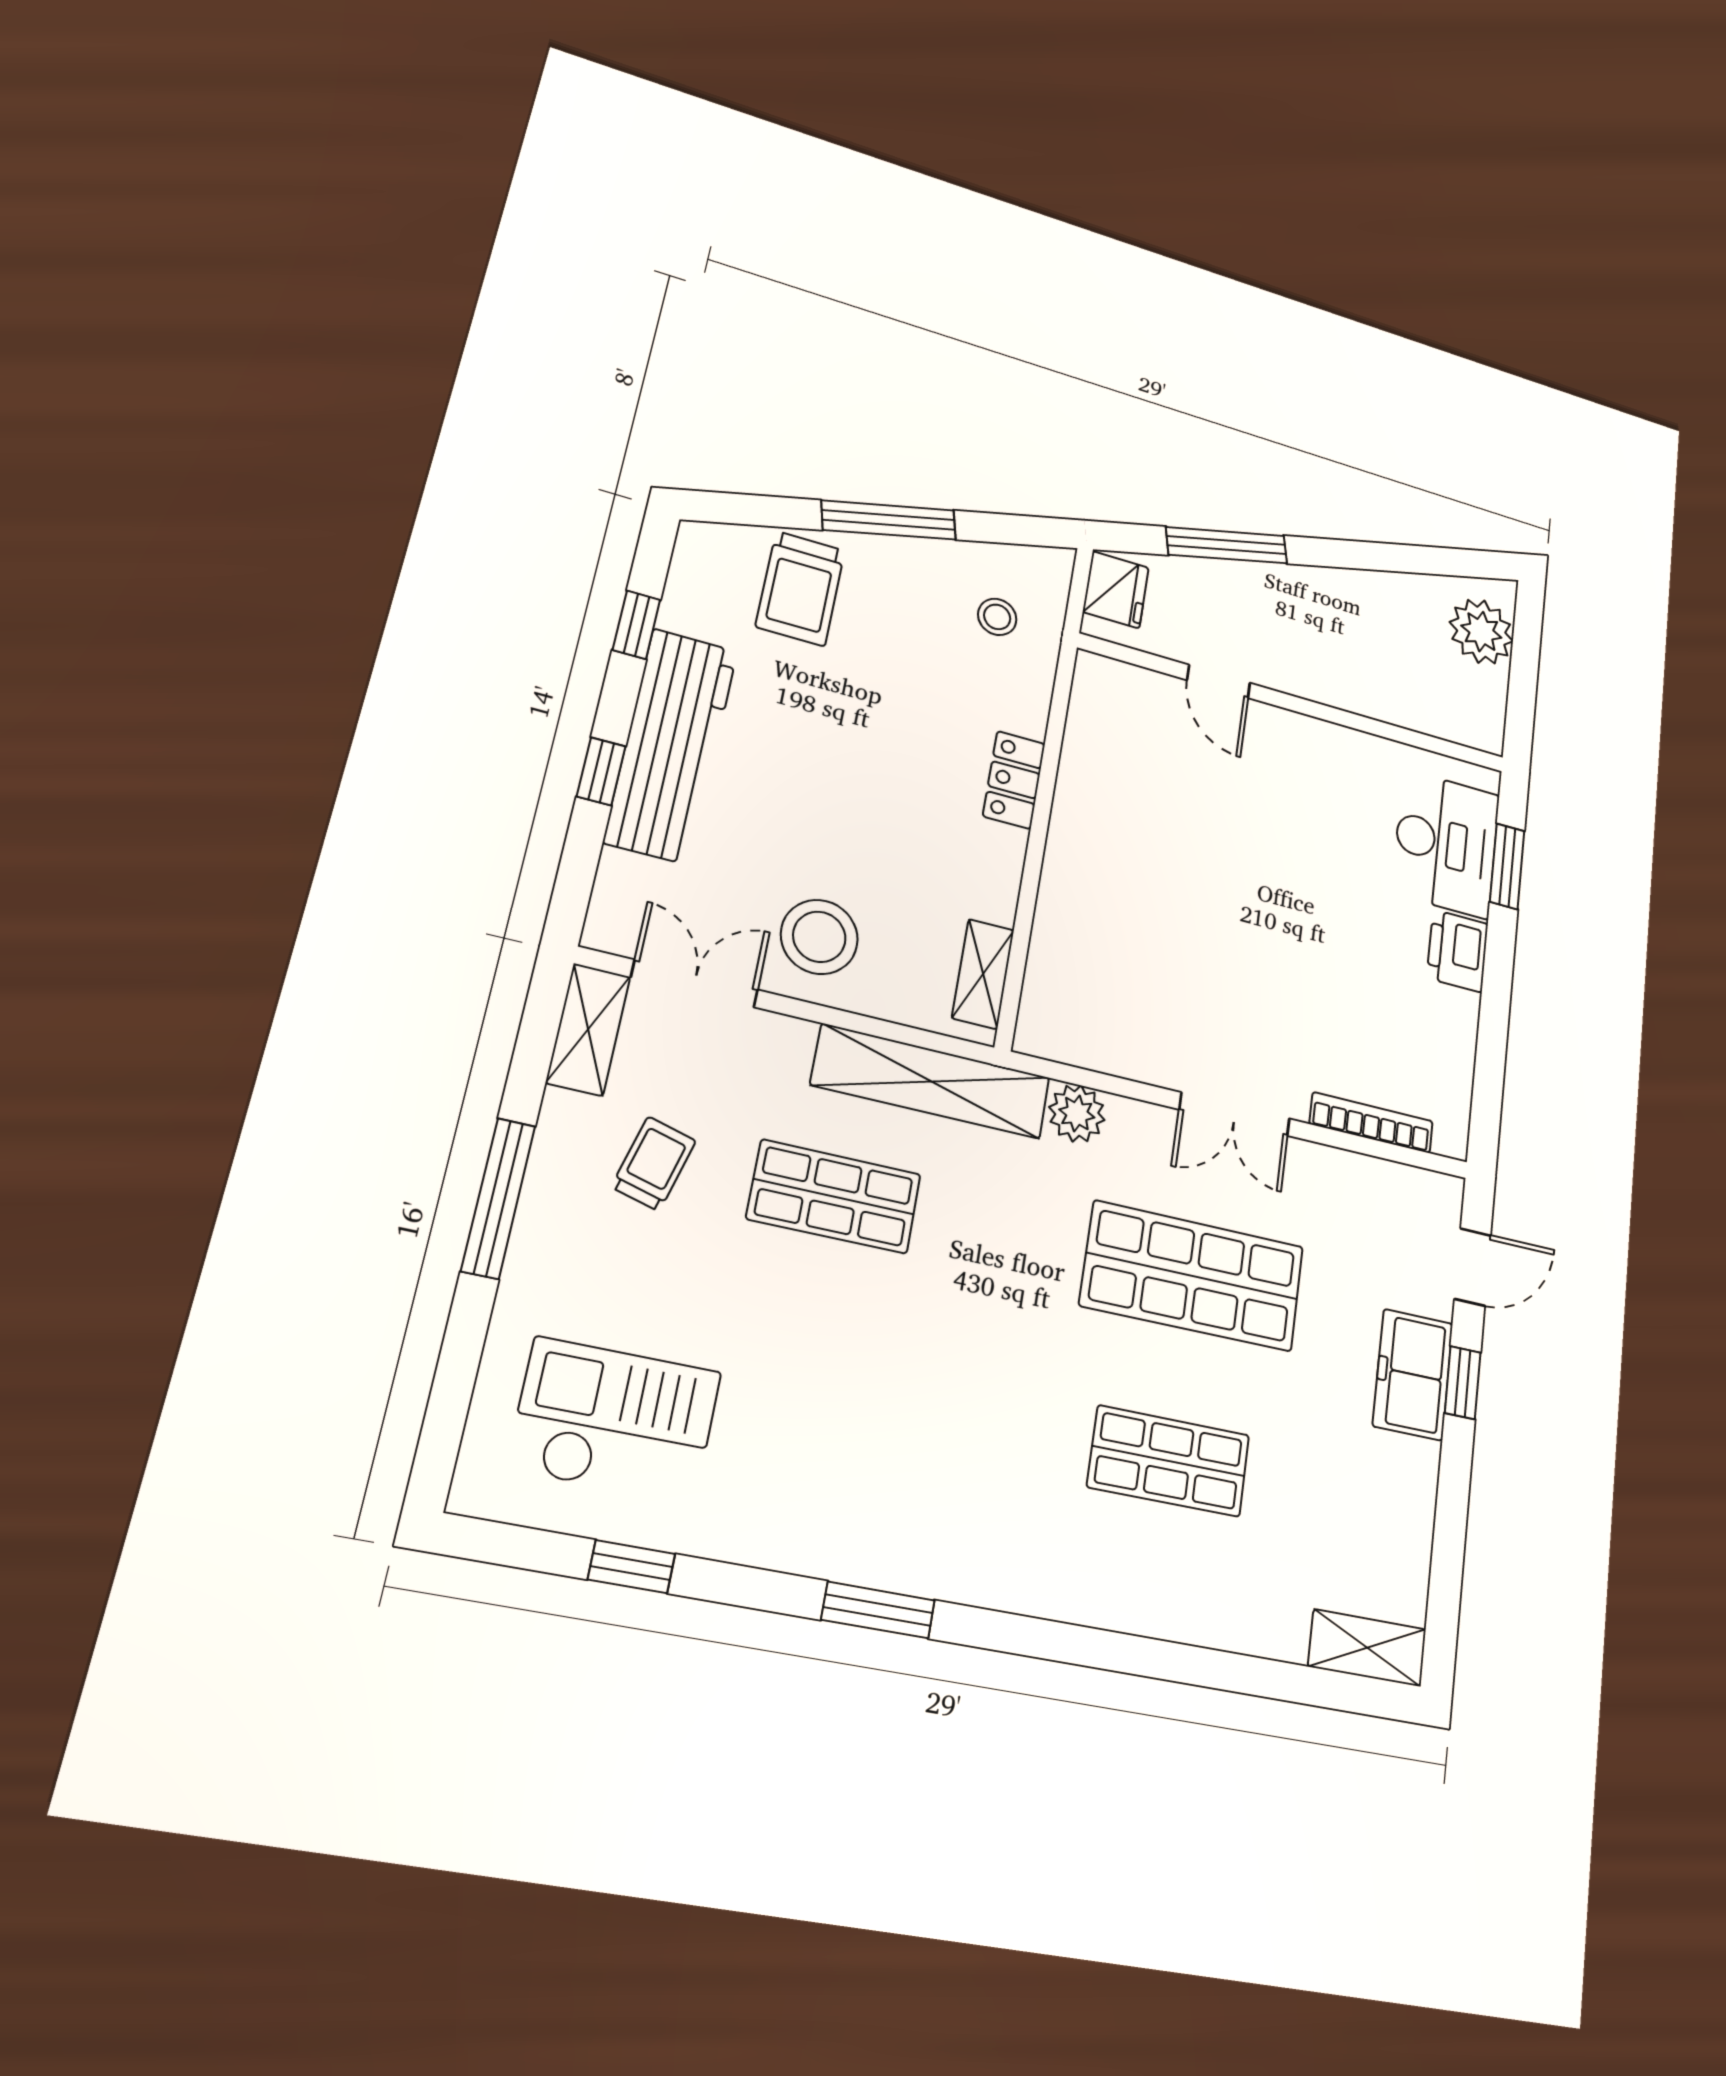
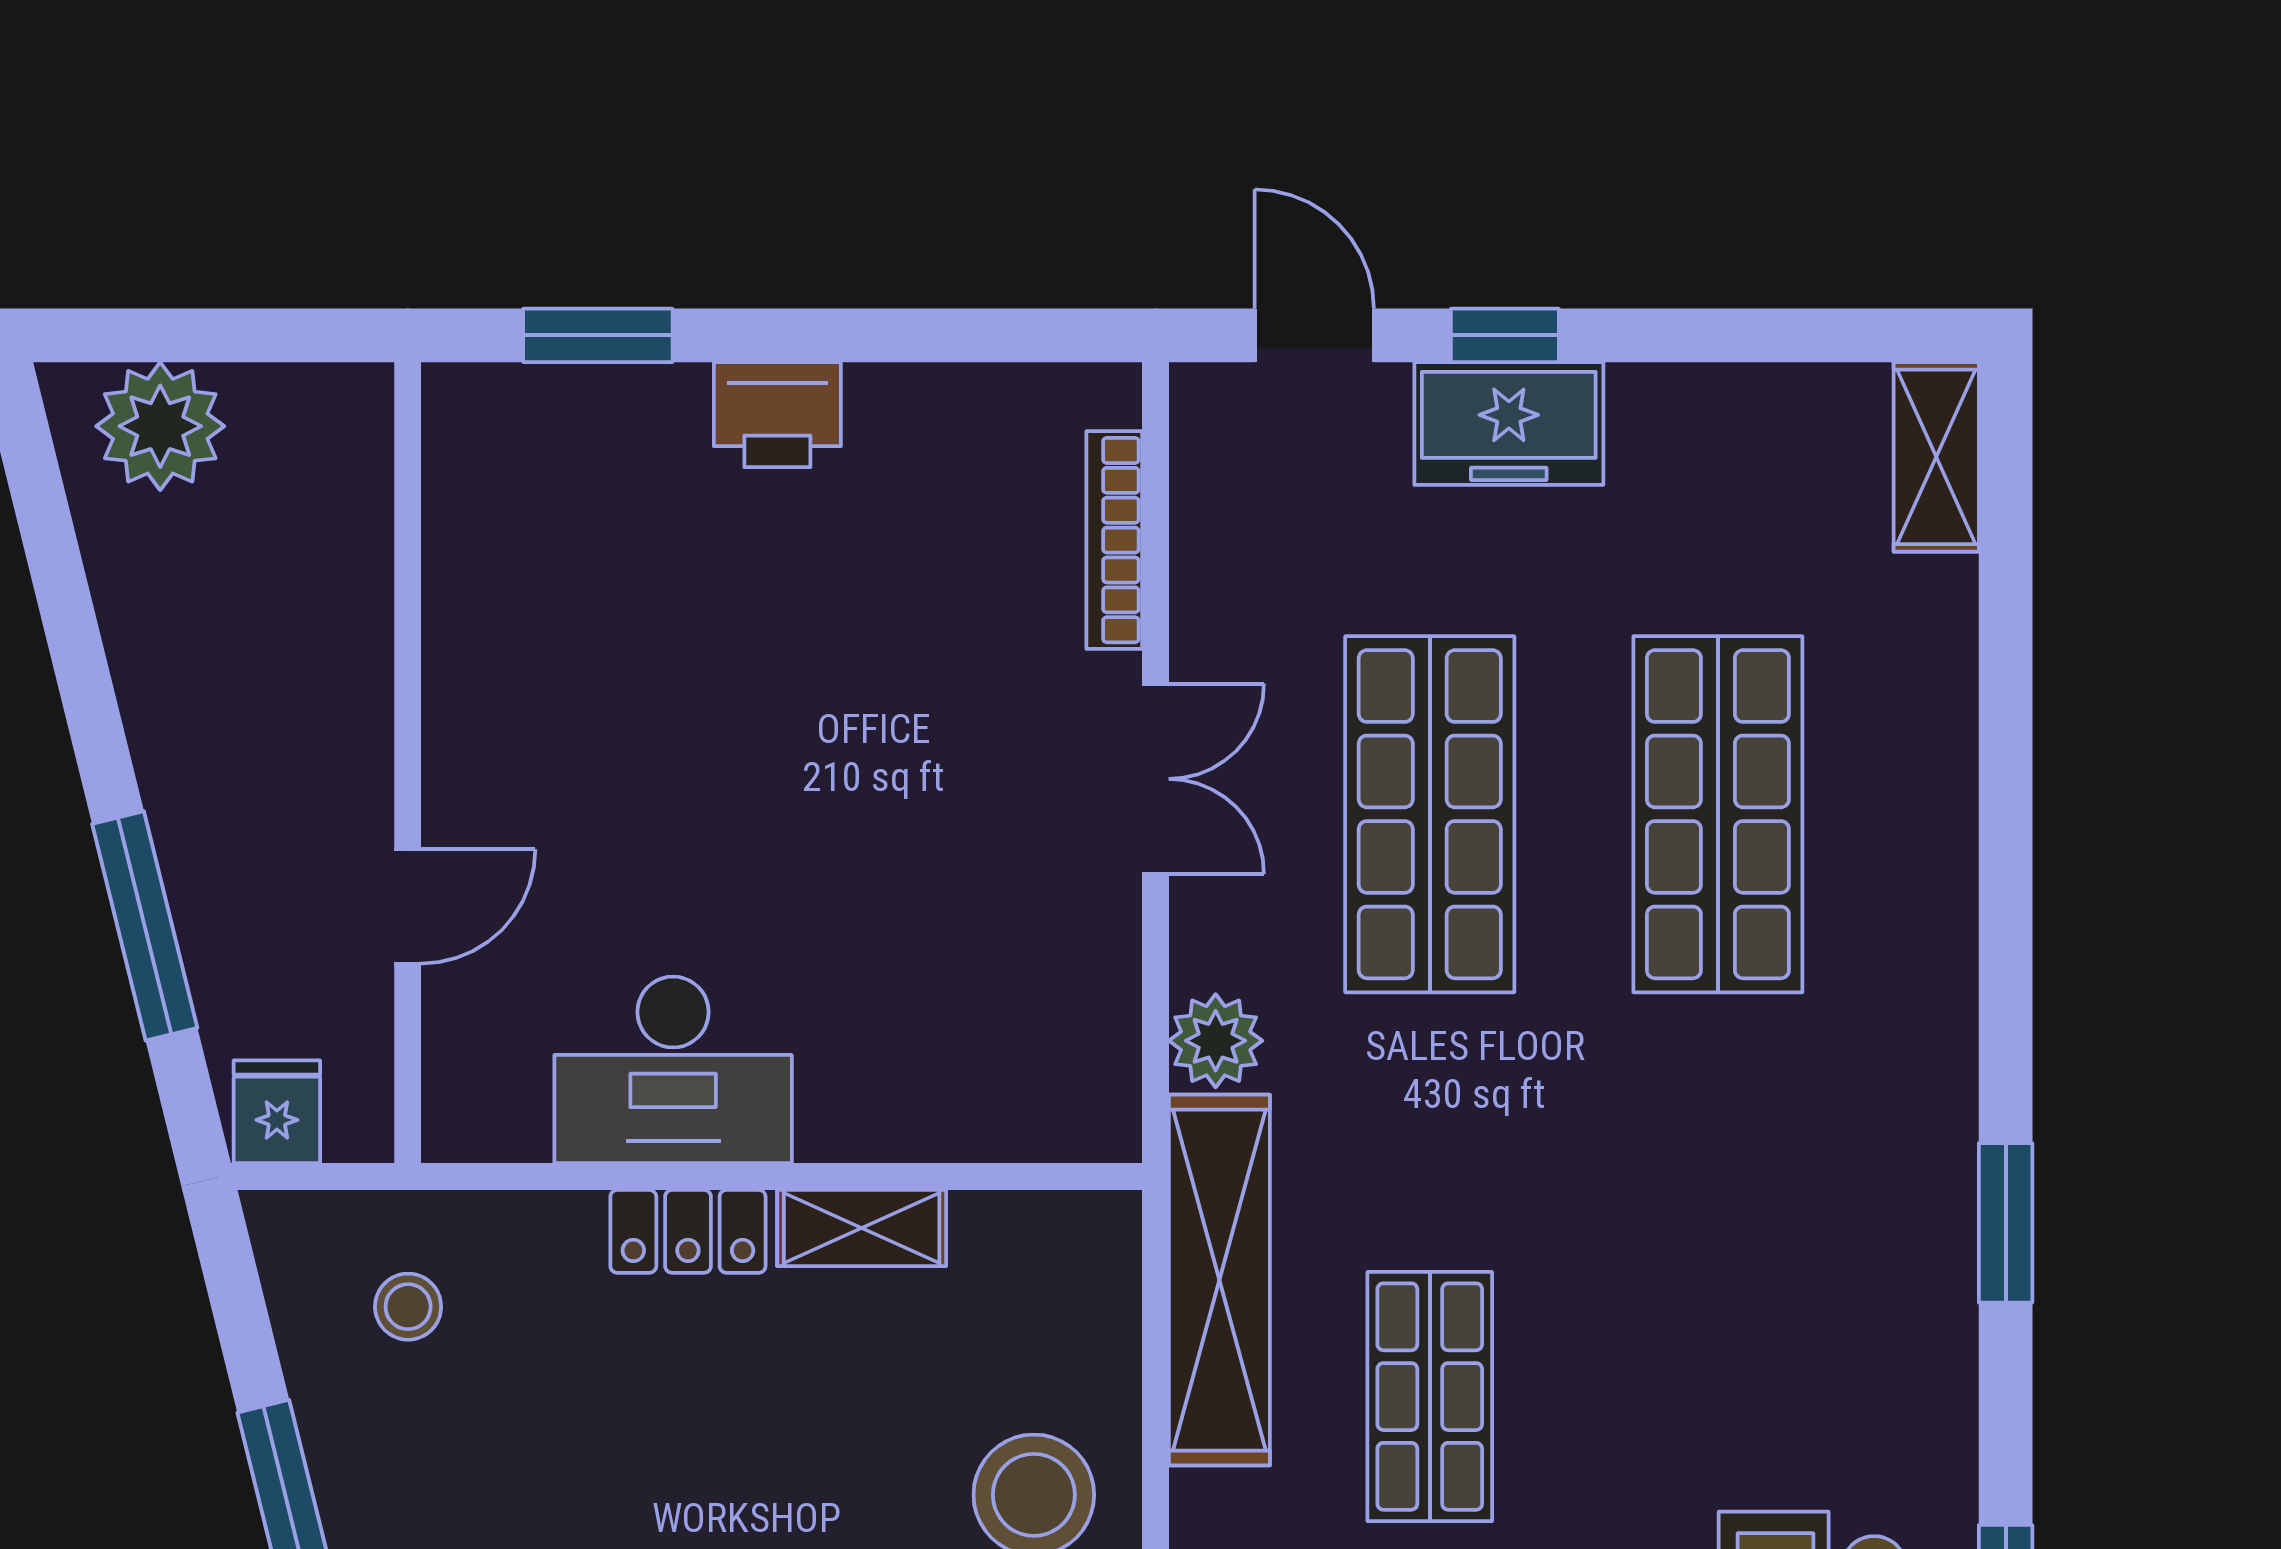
fridge: (1116, 590) -> (277, 1112), width x0.72
desk: (1446, 844) -> (673, 1070), moved, turned 180
shelving: (983, 974) -> (862, 1228), moved
shop shelf: (1169, 1461) -> (1718, 814), width x1.43, depth x1.36

